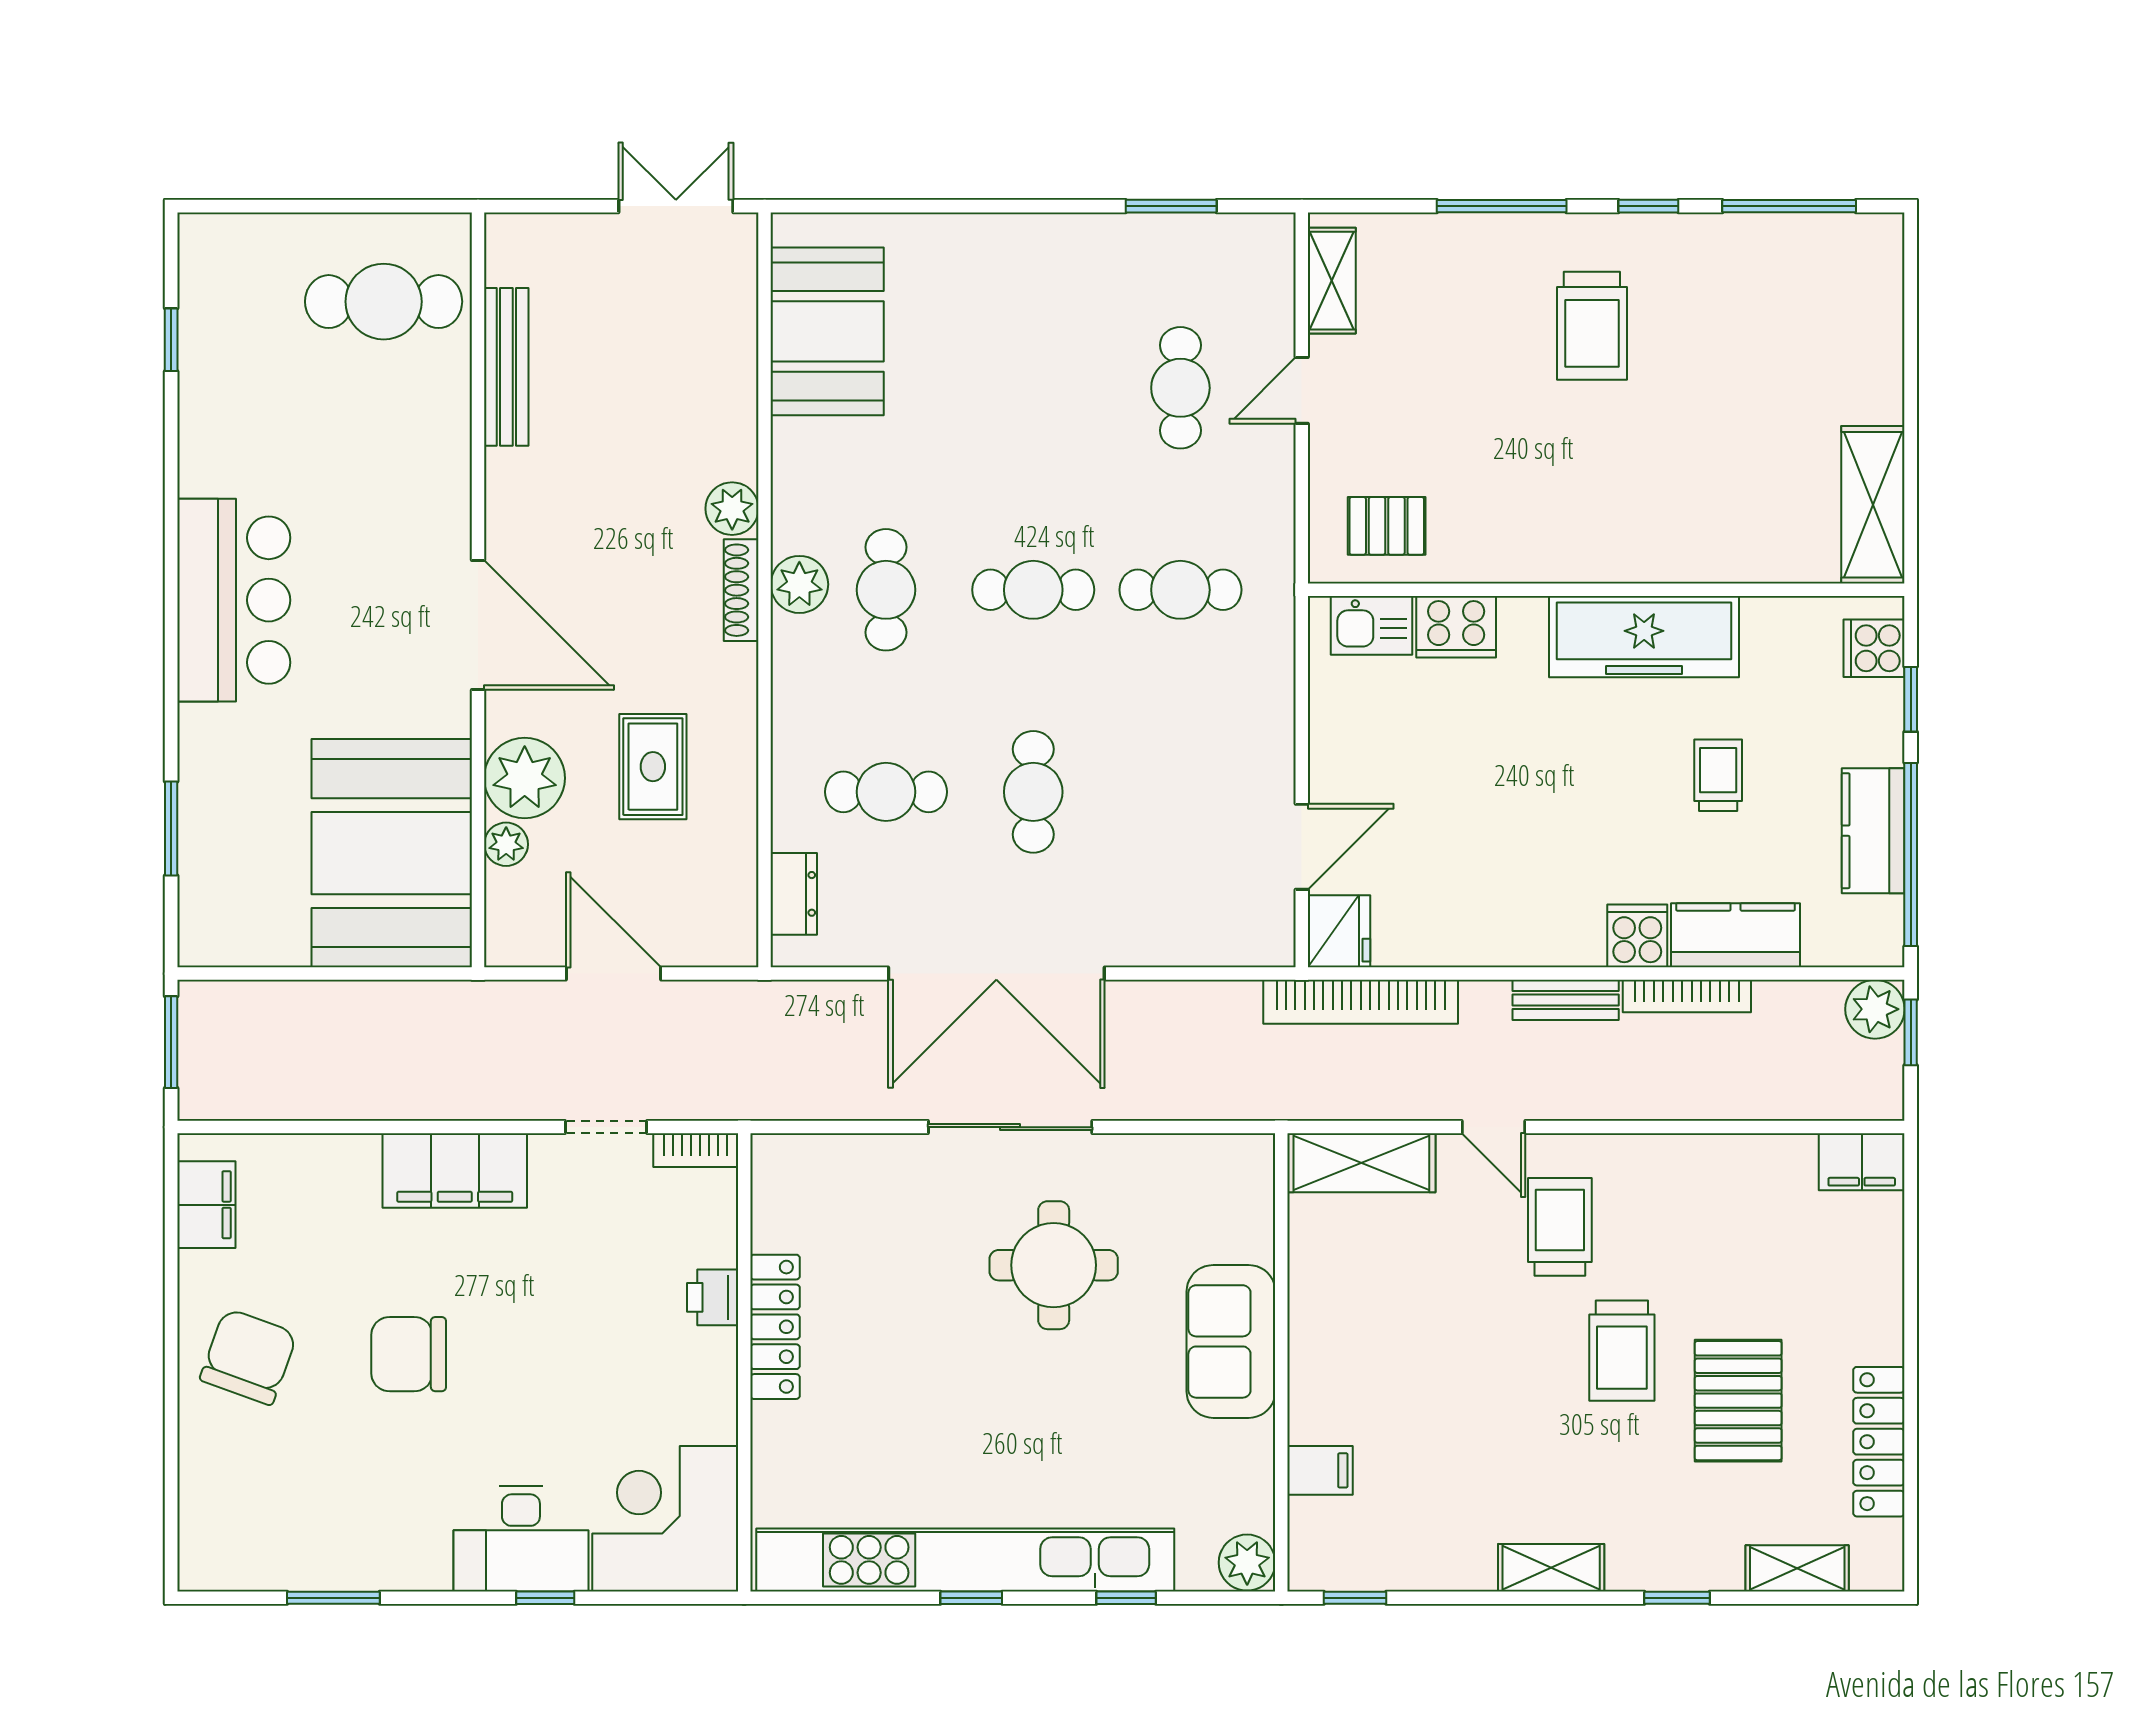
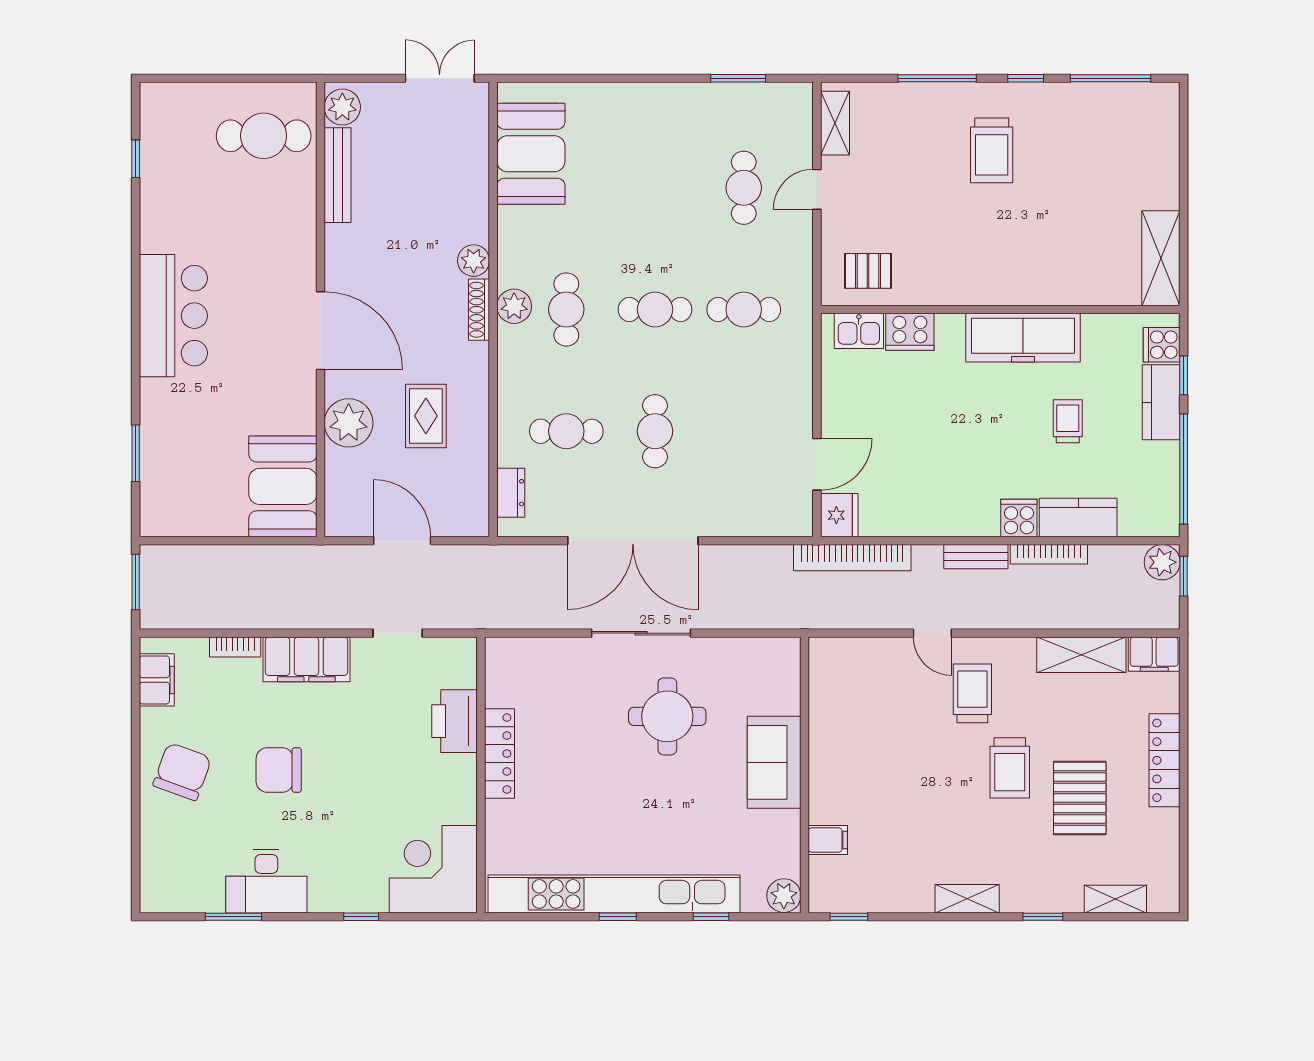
kitchen counter: (1873, 831) -> (1161, 402), moved
plant: (506, 844) -> (342, 107), moved, width x1.38, depth x1.38
booth: (392, 853) -> (283, 486), width x0.73, depth x0.70
bookcase: (696, 1150) -> (235, 647), moved
shelving: (1361, 1163) -> (1081, 655), moved
printer: (713, 1297) -> (454, 721), width x1.87, depth x1.48
locker: (1879, 1442) -> (1165, 760), moved
desk: (521, 1539) -> (266, 881), moved

